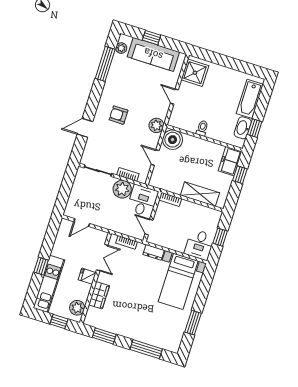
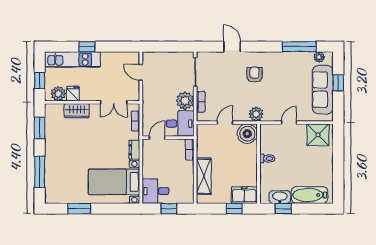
fridge: (87, 276) -> (73, 94), moved

